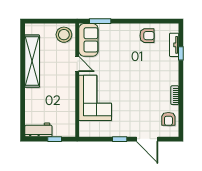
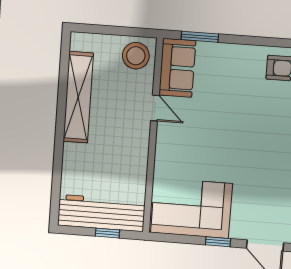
corner sofa: (95, 98) -> (192, 208), moved, turned -90
workbench: (38, 130) -> (101, 213), width x1.88, depth x1.32

